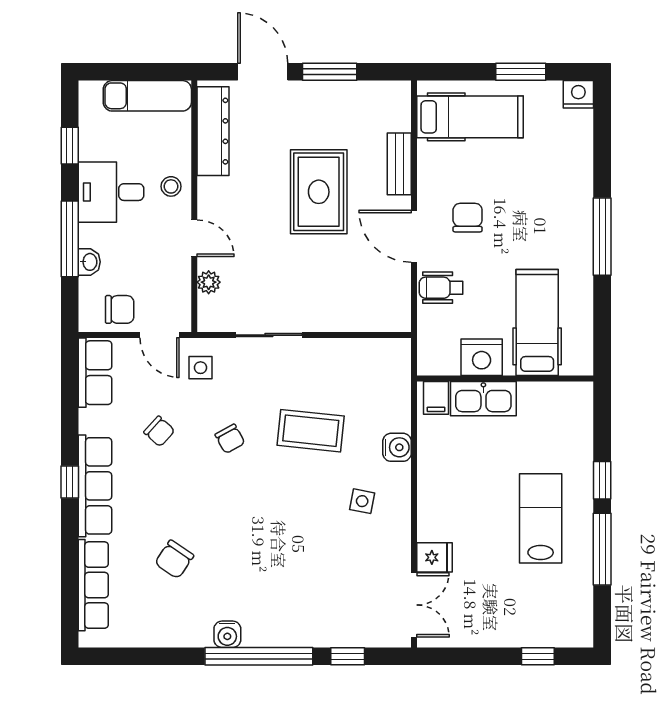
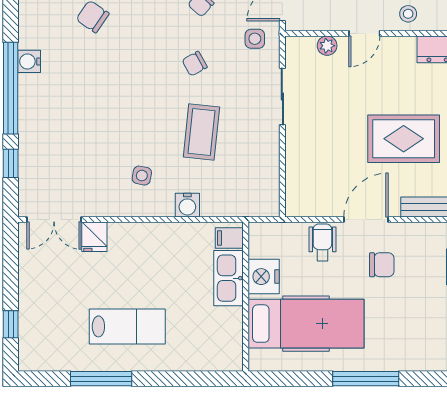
hospital bed: (537, 322) -> (306, 324), width x1.37, depth x1.29
window: (602, 480) -> (160, 379), removed

